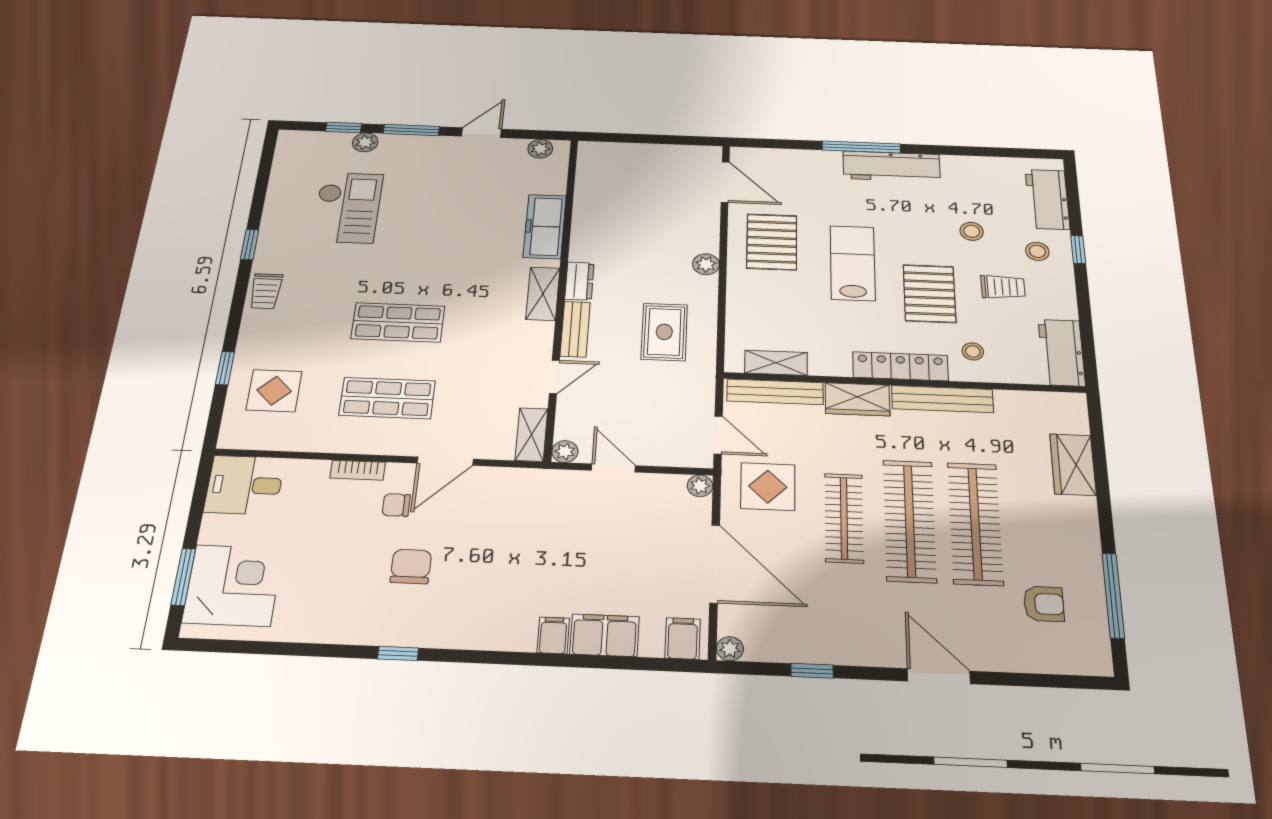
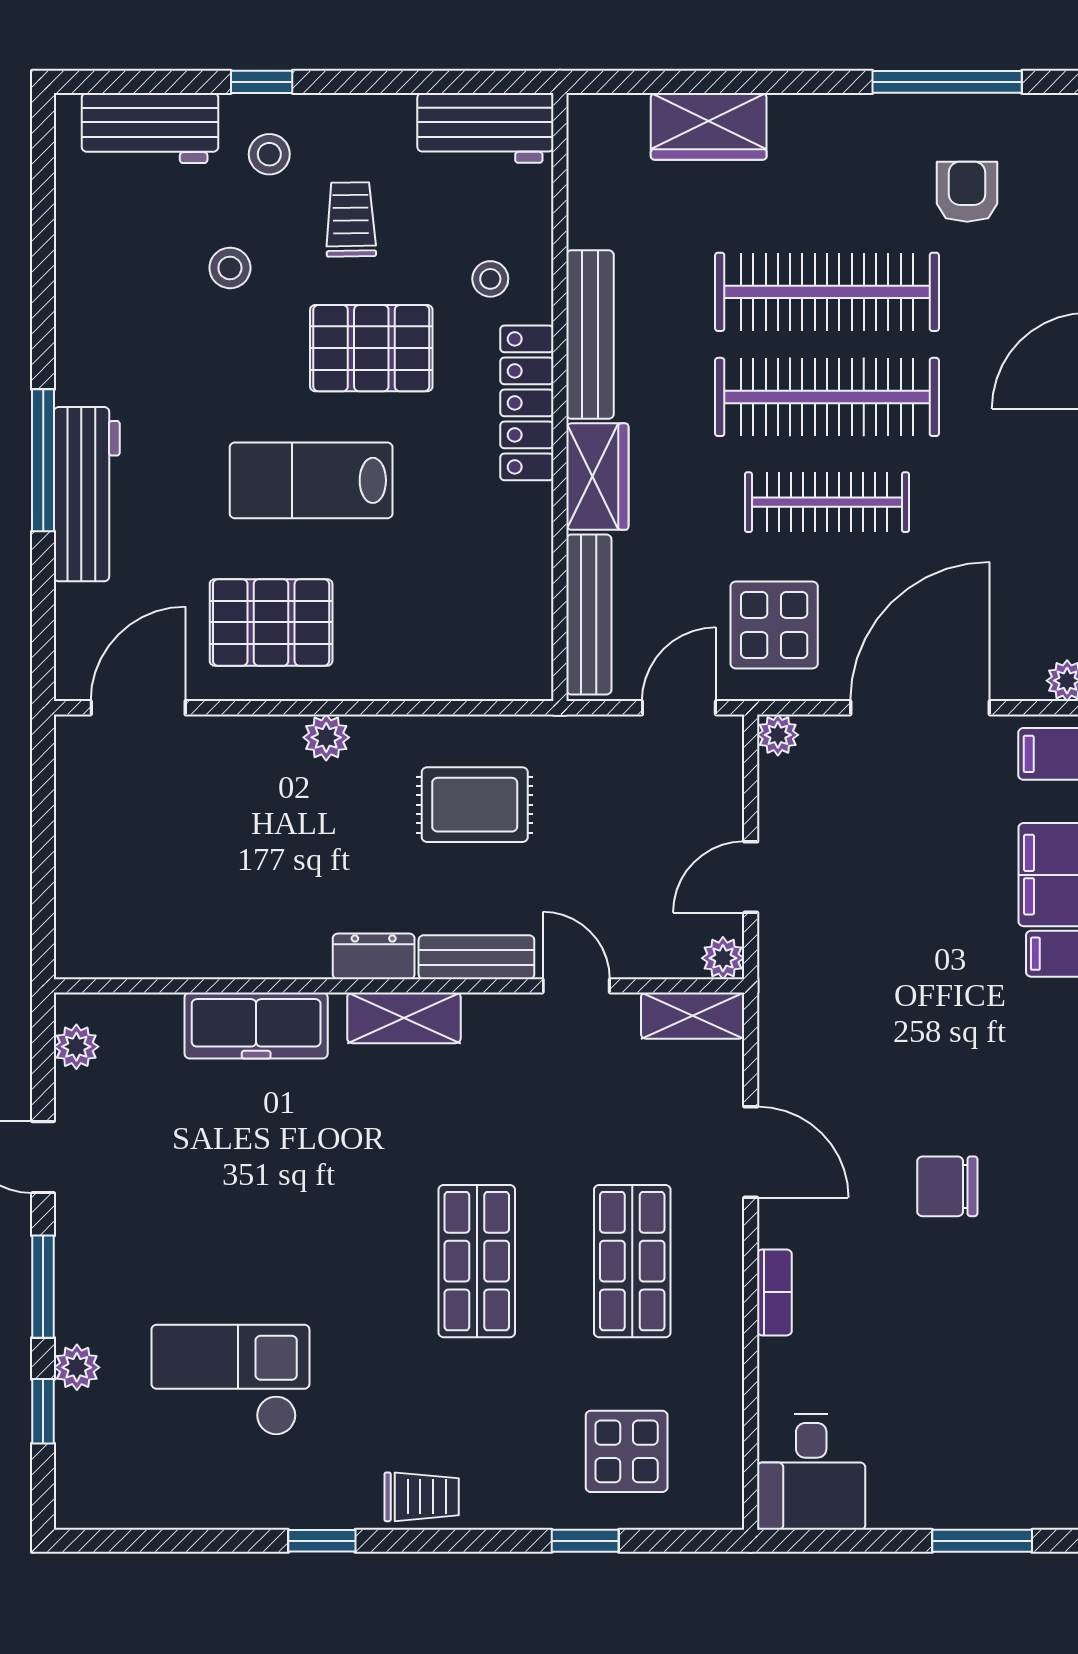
workbench: (891, 166) -> (87, 494), moved
shelving: (776, 363) -> (530, 613), removed
chair: (396, 505) -> (837, 1222), removed
corner desk: (233, 585) -> (994, 1461), removed

